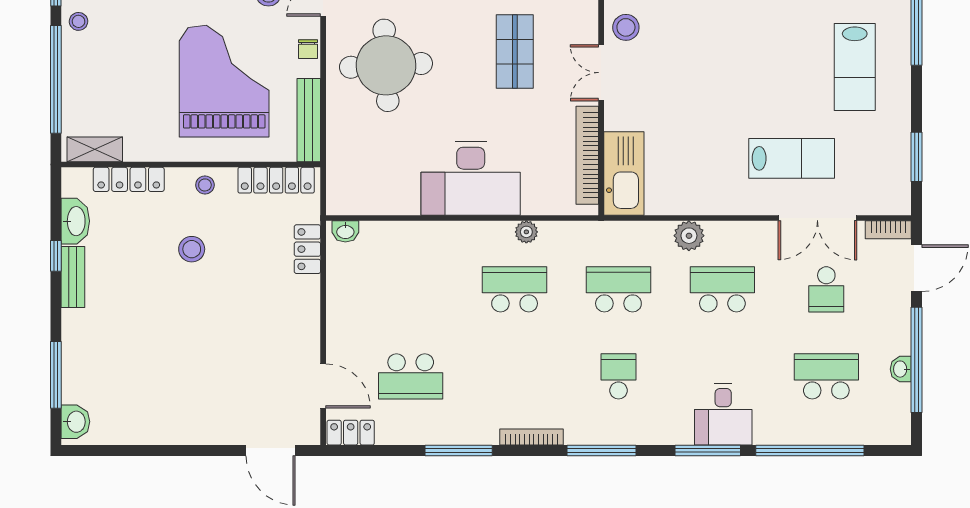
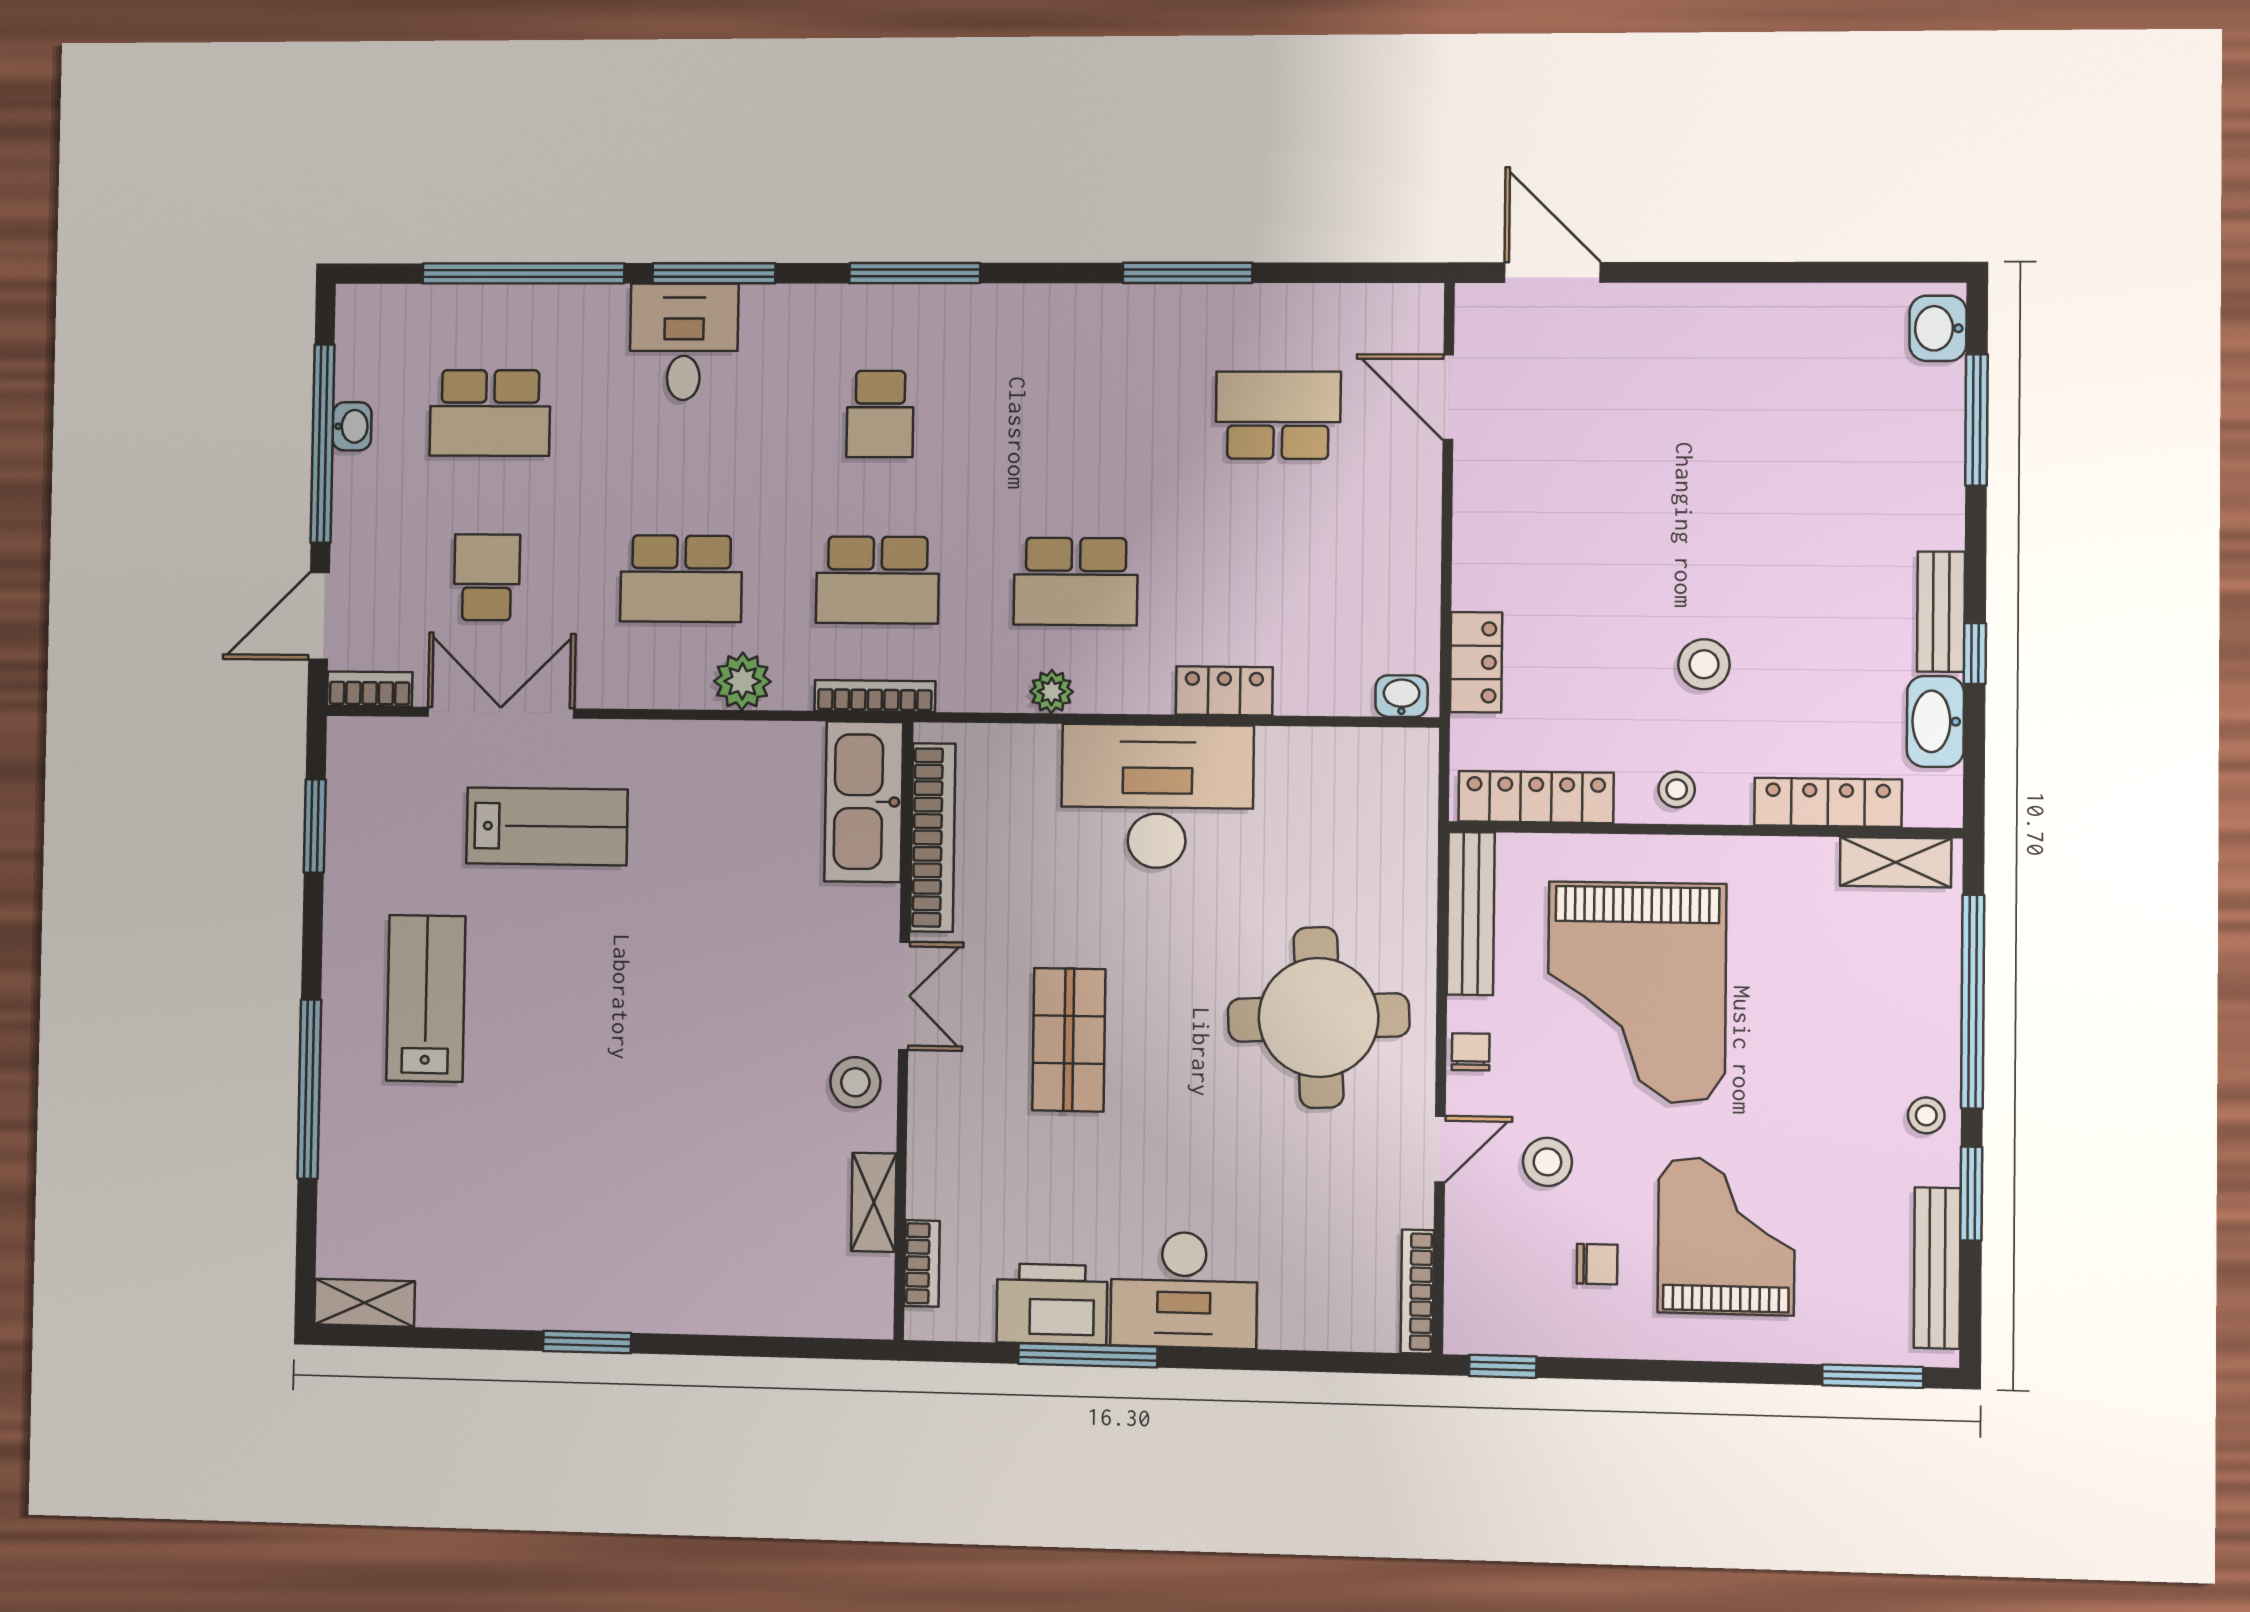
lab bench: (792, 158) -> (547, 826), turned 180
locker: (351, 433) -> (1224, 691), moved, turned 180
bookcase: (531, 437) -> (875, 696), moved, turned 180

